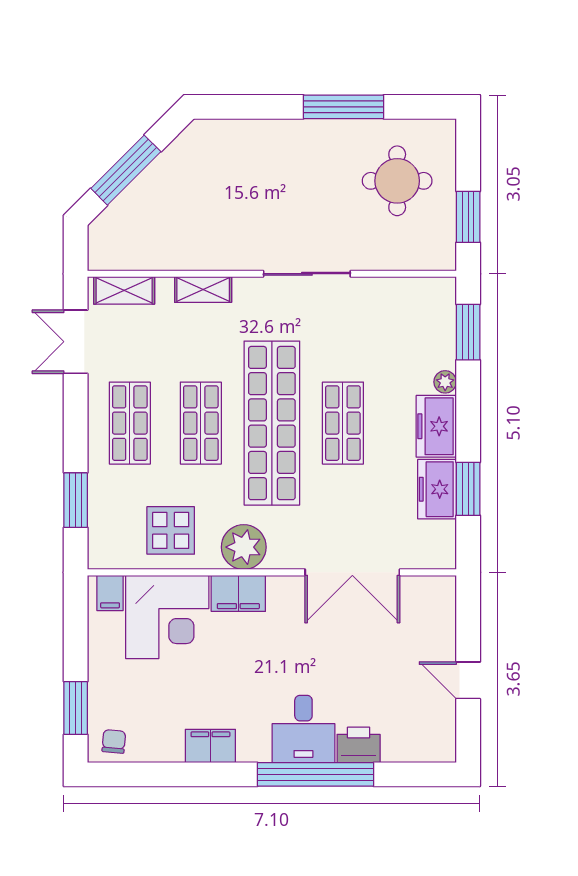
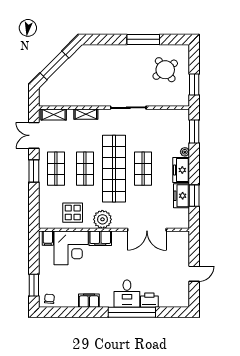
round table: (397, 181) -> (165, 70), turned -36
window: (76, 500) -> (34, 171), moved
door: (468, 680) -> (194, 274), swing flipped

